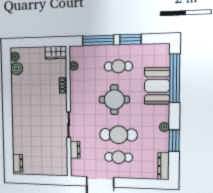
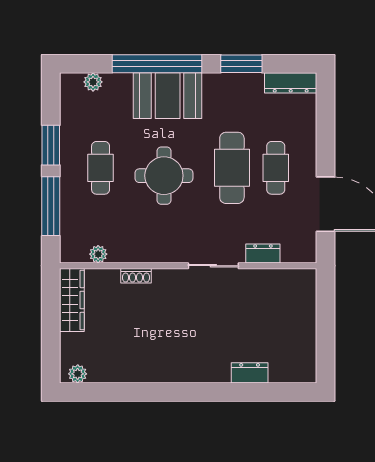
wardrobe: (56, 53) -> (72, 300), width x1.50
plant: (17, 69) -> (102, 370), removed
window: (175, 78) -> (157, 64), moved
booth: (157, 86) -> (168, 96), moved
plant: (164, 127) -> (93, 82), moved
dresser: (18, 163) -> (250, 373), moved

